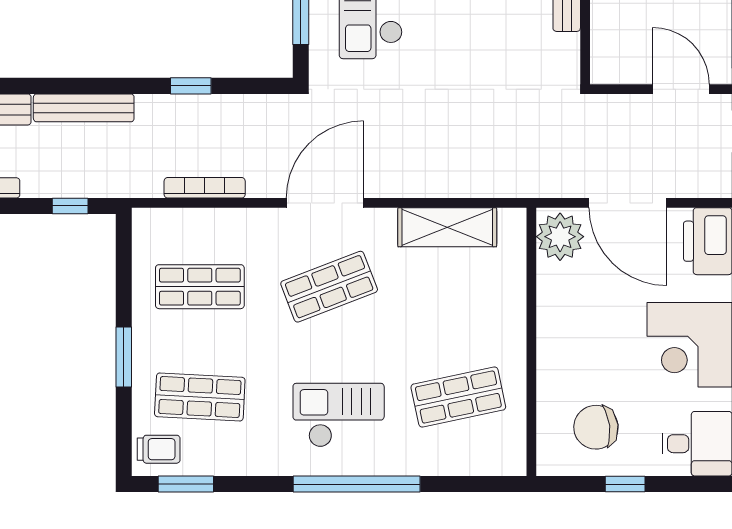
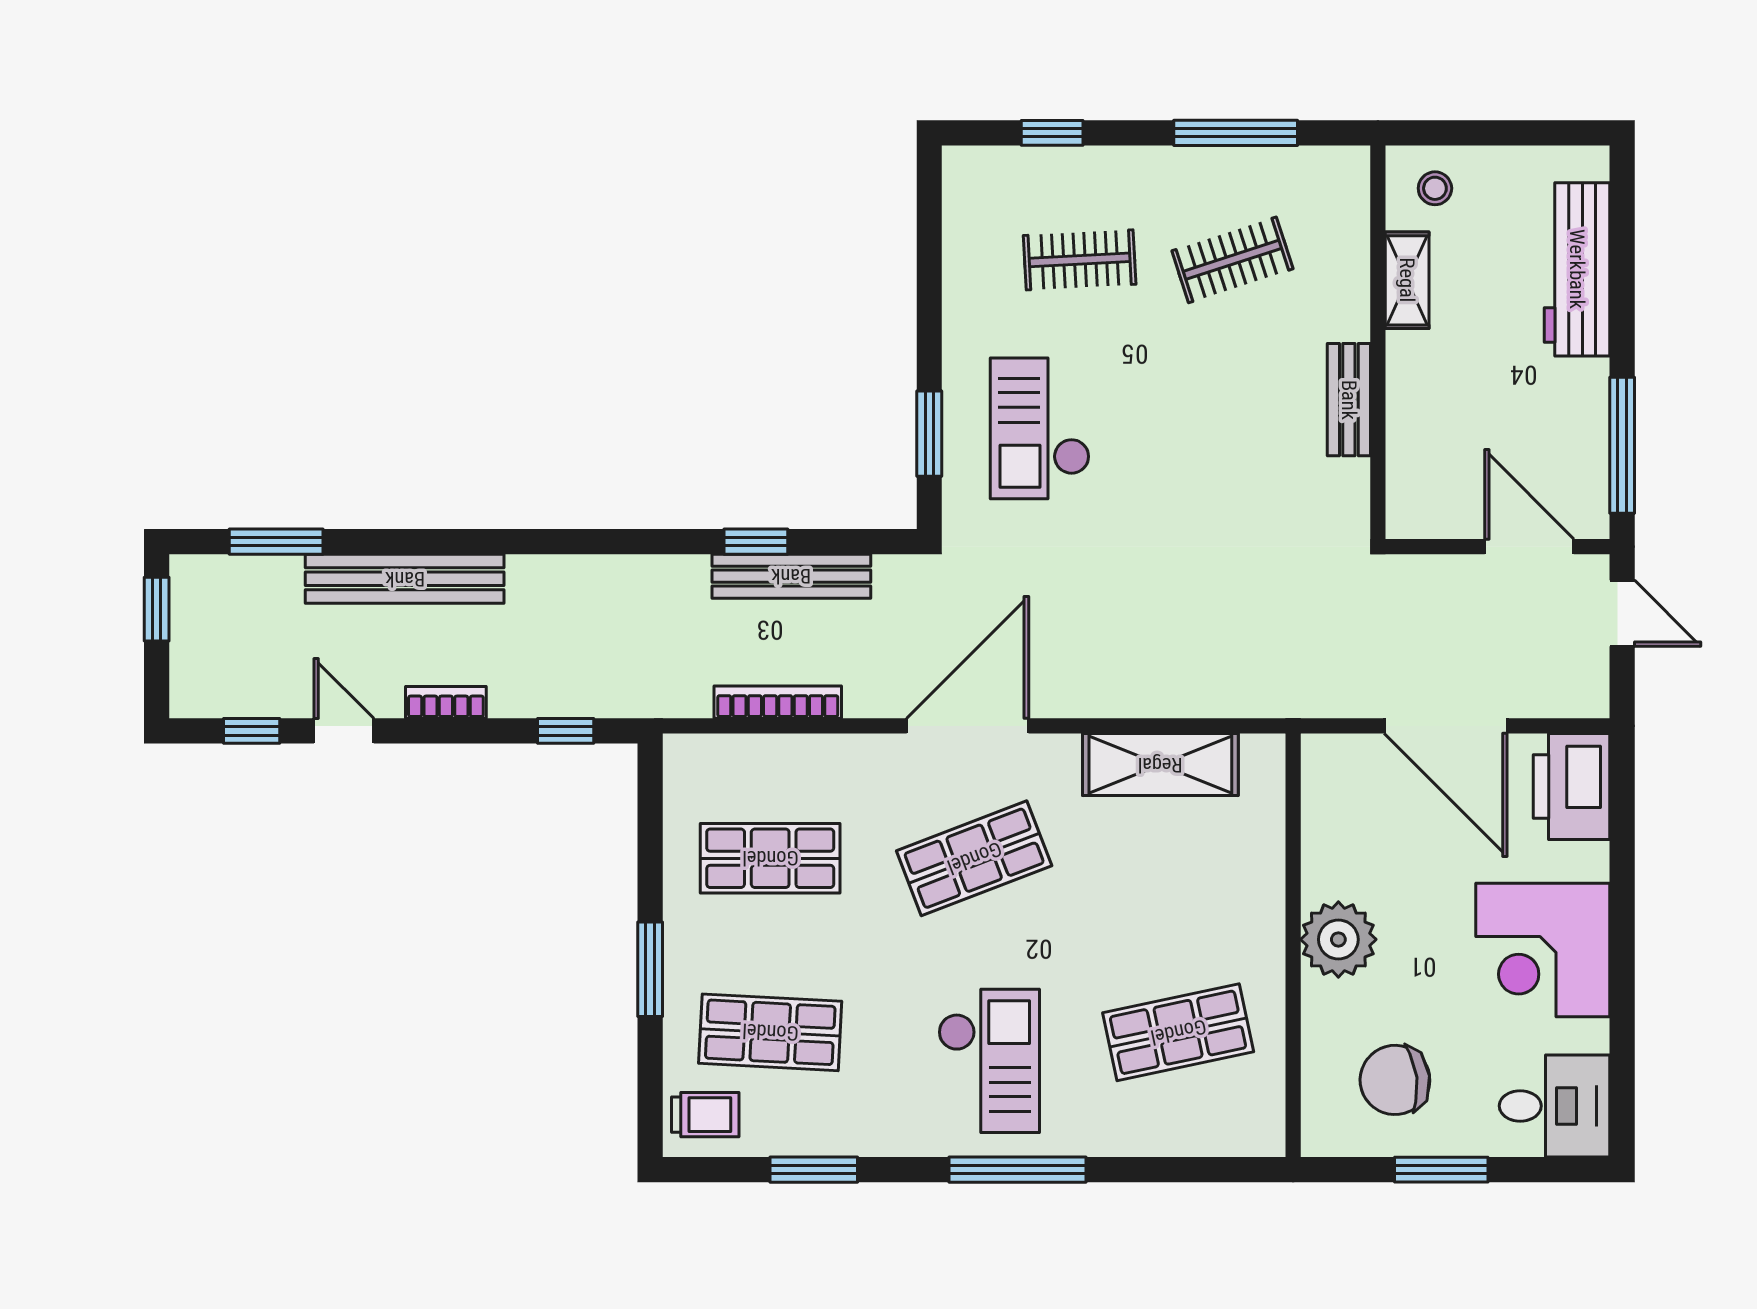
bench: (84, 108) -> (791, 576), moved
plant: (560, 237) -> (1338, 939), moved
checkout: (339, 415) -> (989, 1061), turned 90
window: (186, 484) -> (814, 1170), moved
window: (357, 484) -> (1017, 1170), width x0.68
window: (625, 484) -> (1441, 1170), width x1.50

